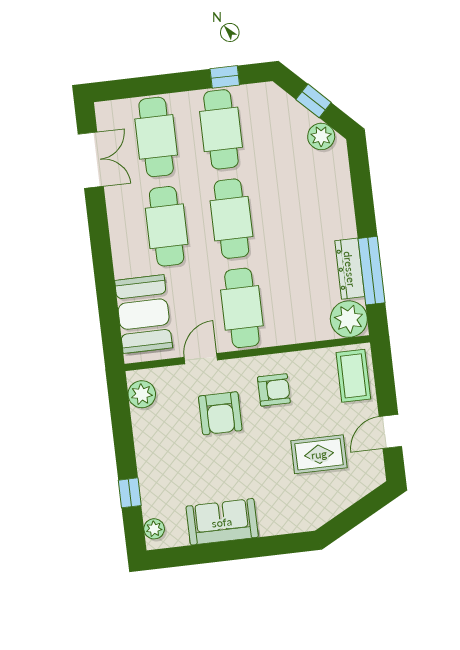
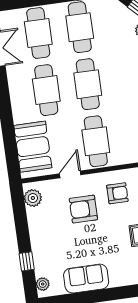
armchair: (220, 413) -> (83, 209), turned 90

